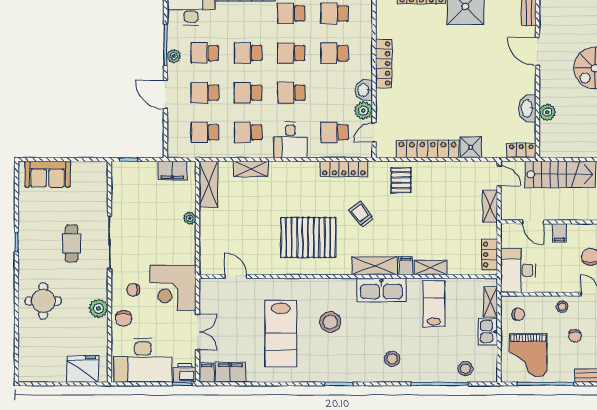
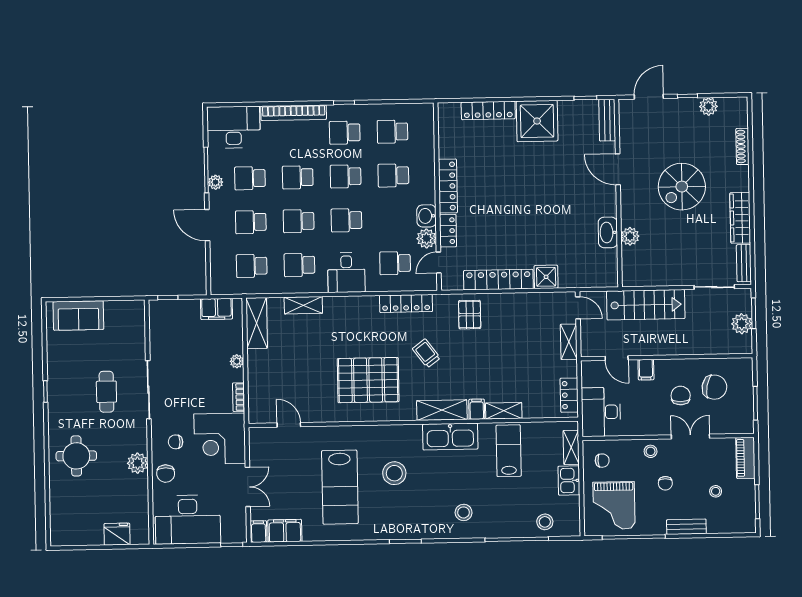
locker: (521, 150) -> (448, 231), moved, turned 90
bookcase: (191, 251) -> (239, 397), added
fridge: (83, 369) -> (117, 534), width x0.73, depth x0.75
printer: (185, 373) -> (234, 533), removed

